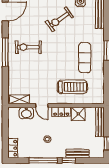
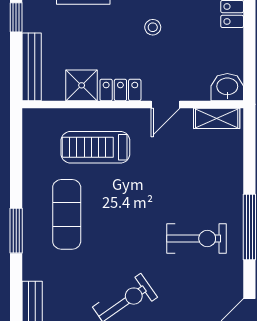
door: (42, 106) -> (166, 104), swing flipped
washbasin: (26, 113) -> (227, 87), moved

